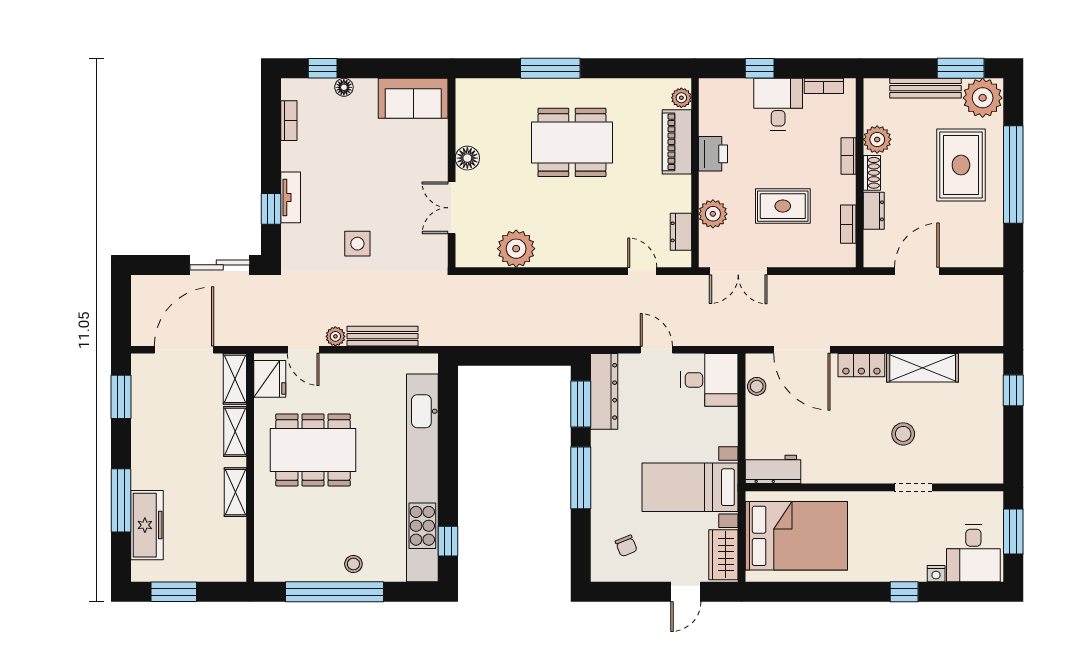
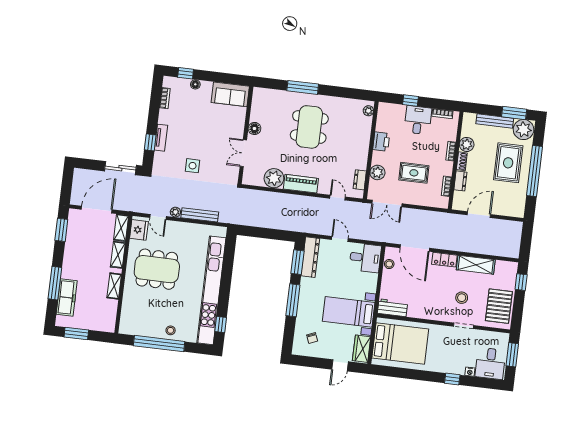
dining table: (572, 142) -> (309, 127), turned 90
piano: (677, 142) -> (301, 184), moved, turned 90
pallet: (976, 442) -> (499, 306), added

